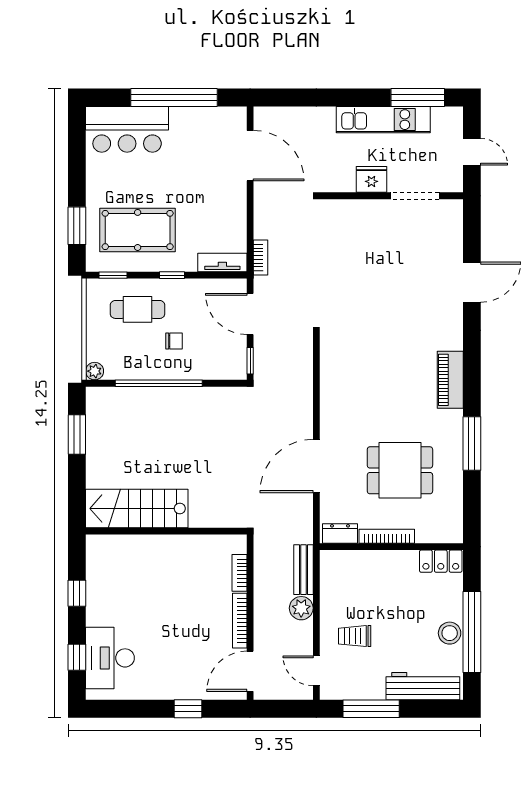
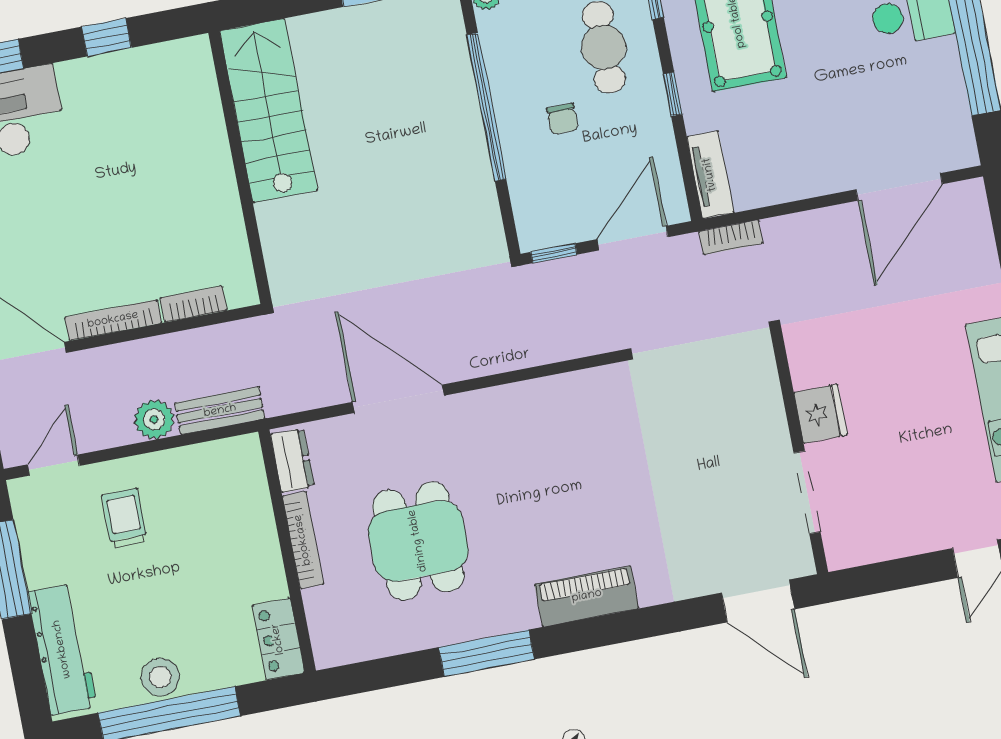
fridge: (371, 179) -> (820, 414), moved
wall: (391, 196) -> (799, 452), moved
doorway: (415, 196) -> (807, 492), moved

